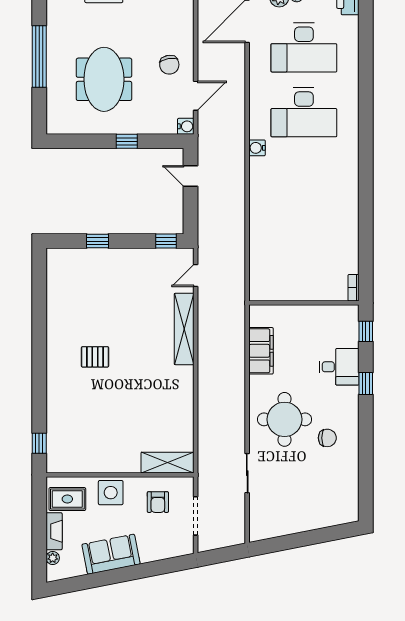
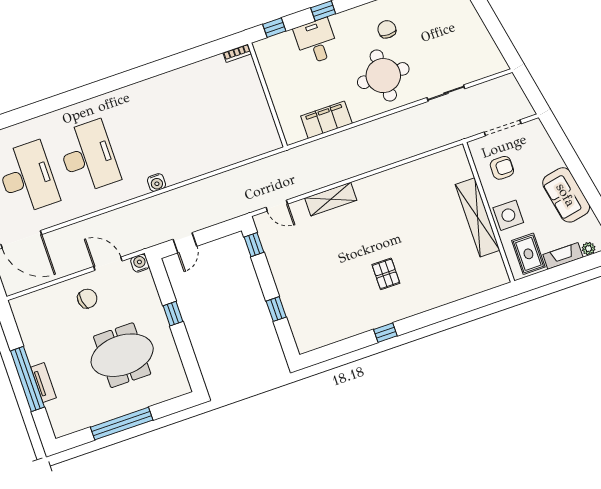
water cooler: (257, 148) -> (156, 183), moved
shelving: (184, 329) -> (331, 199), width x0.68
window: (39, 443) -> (385, 333), moved
shelving: (167, 463) -> (477, 217), moved, width x1.47

